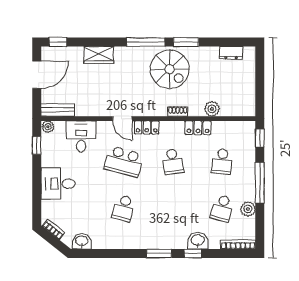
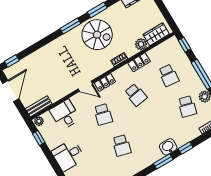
window: (146, 42) -> (70, 26), width x0.69
wardrobe: (99, 55) -> (156, 34), moved, turned 180
school desk: (124, 162) -> (103, 114), width x0.54
washbasin: (198, 241) -> (168, 147), moved

